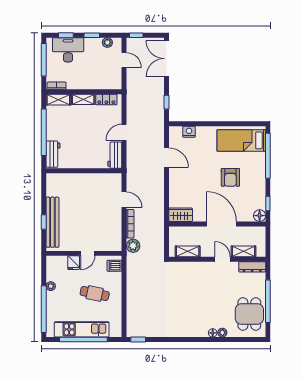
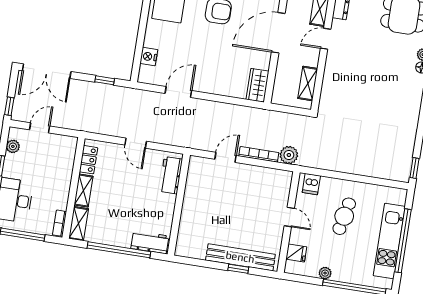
workbench: (115, 155) -> (171, 175), moved, turned 90
fridge: (74, 263) -> (296, 253), moved

